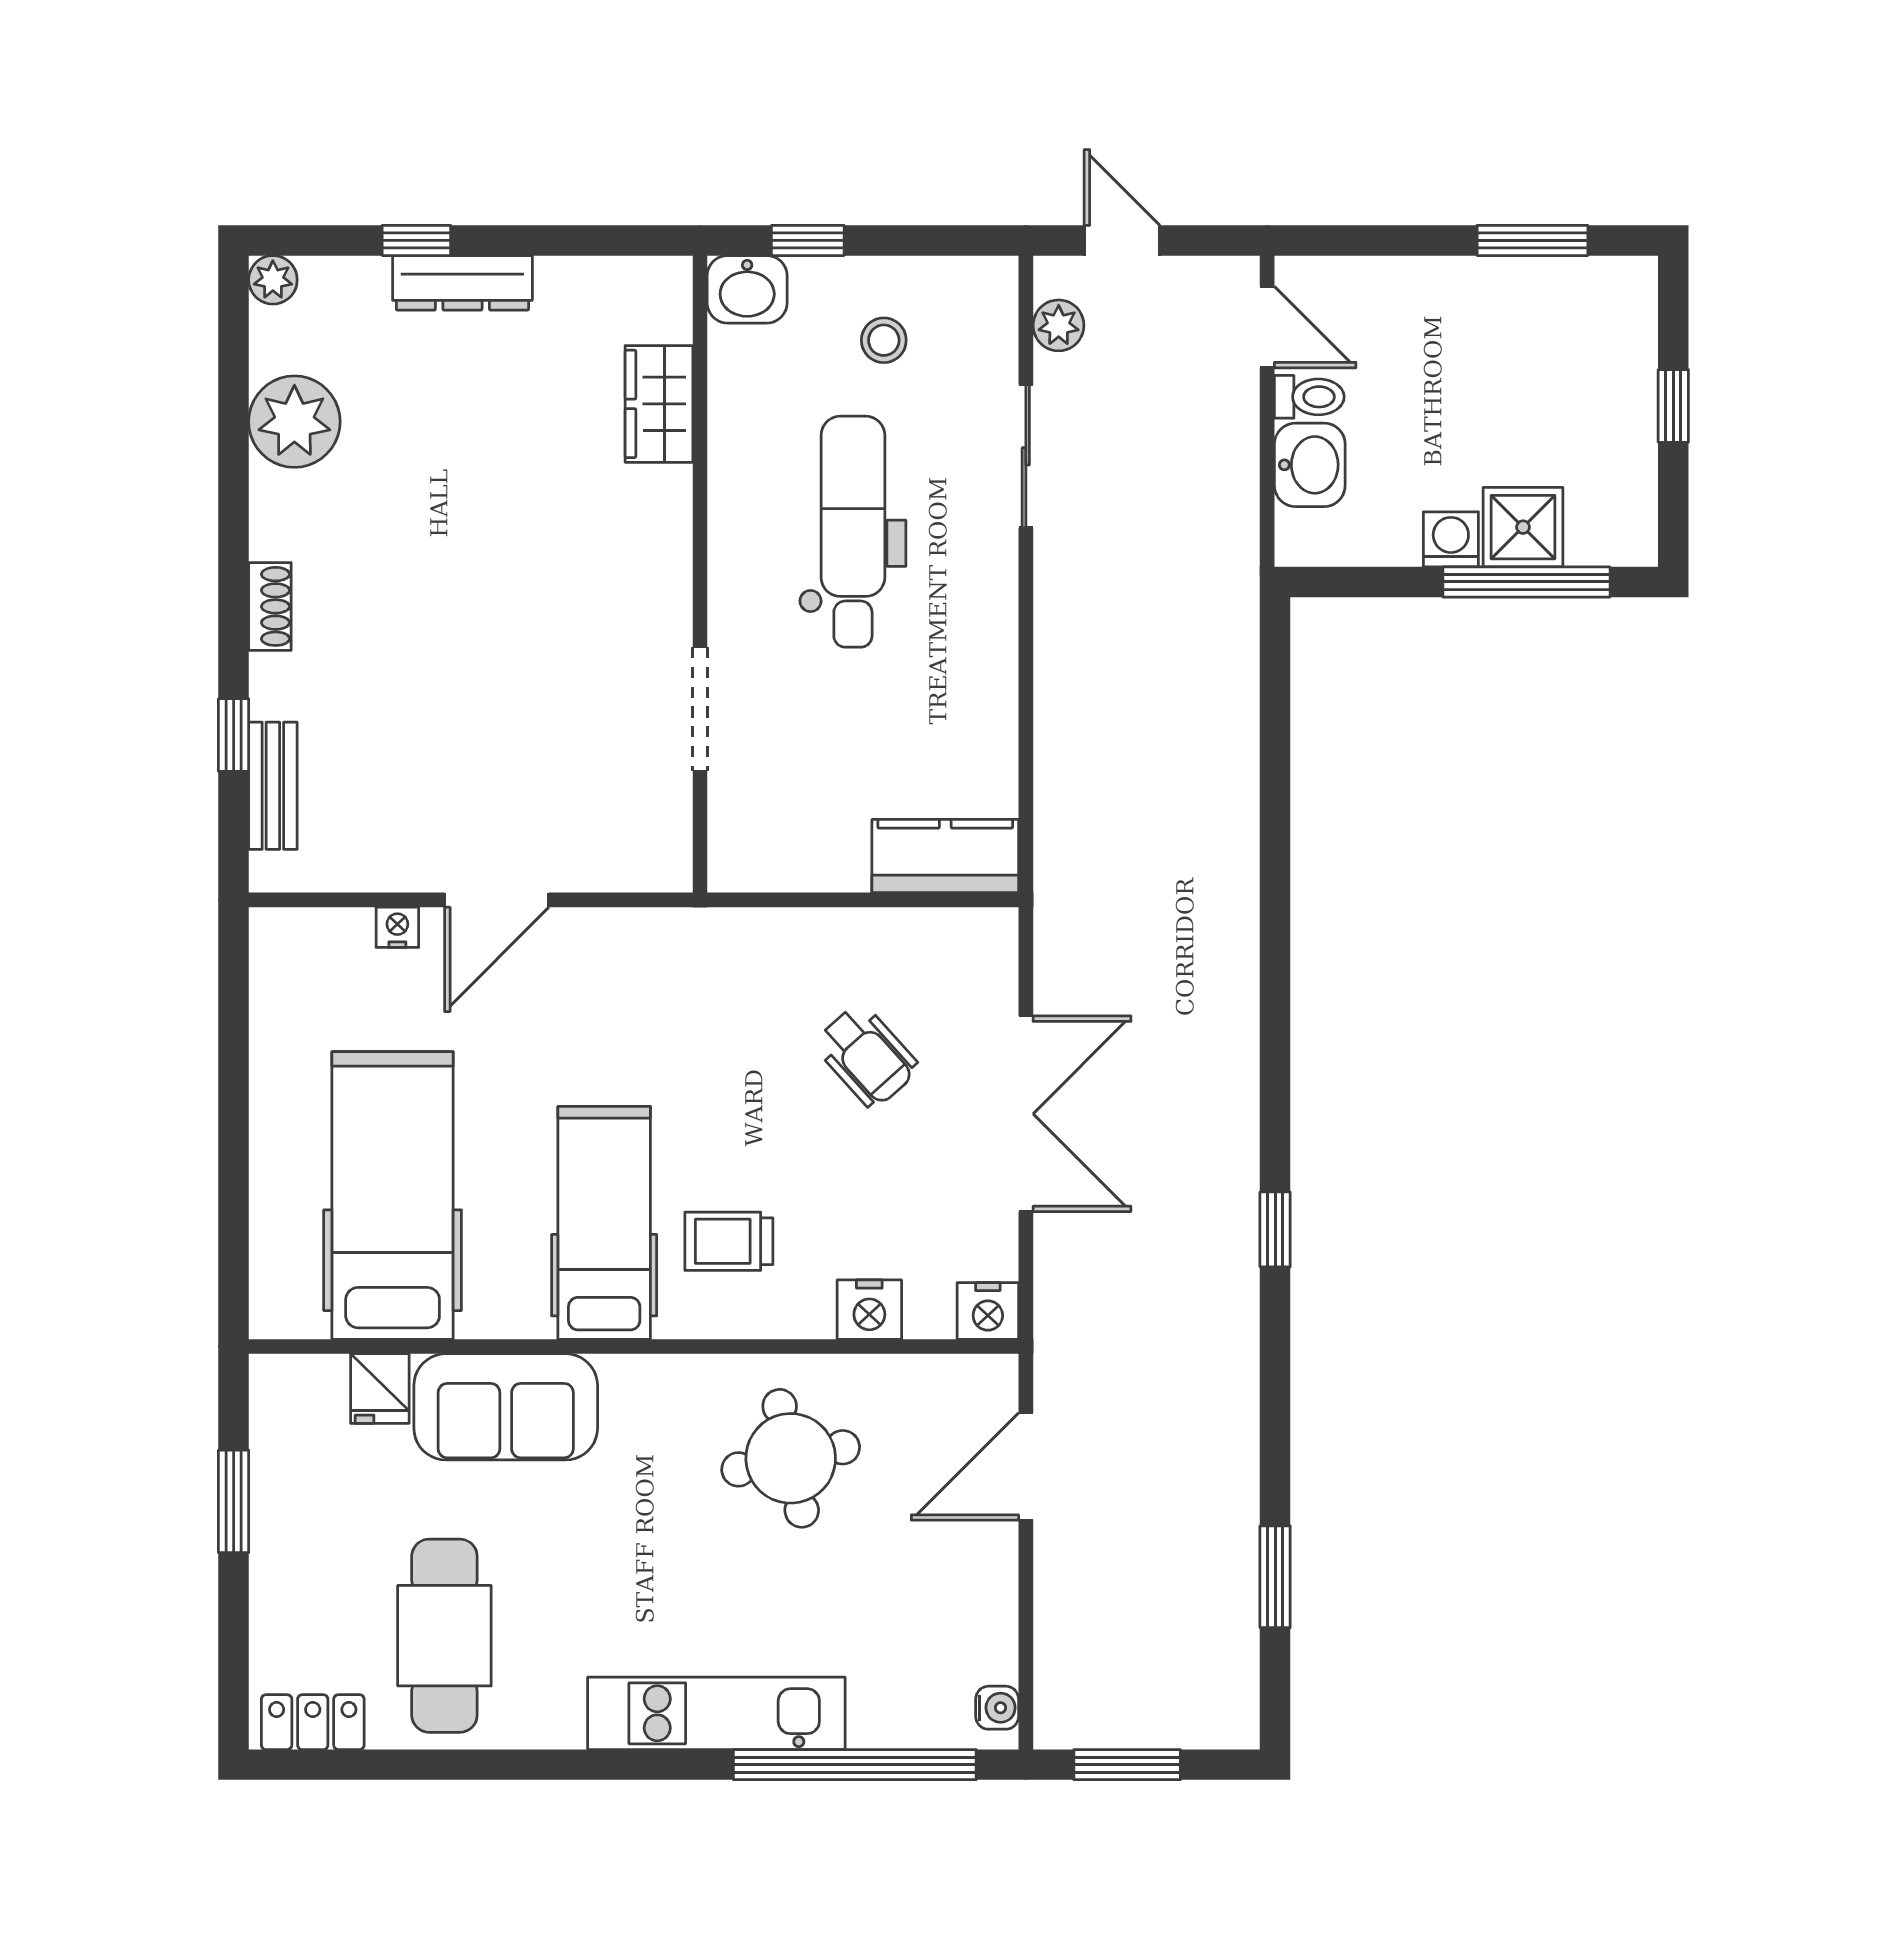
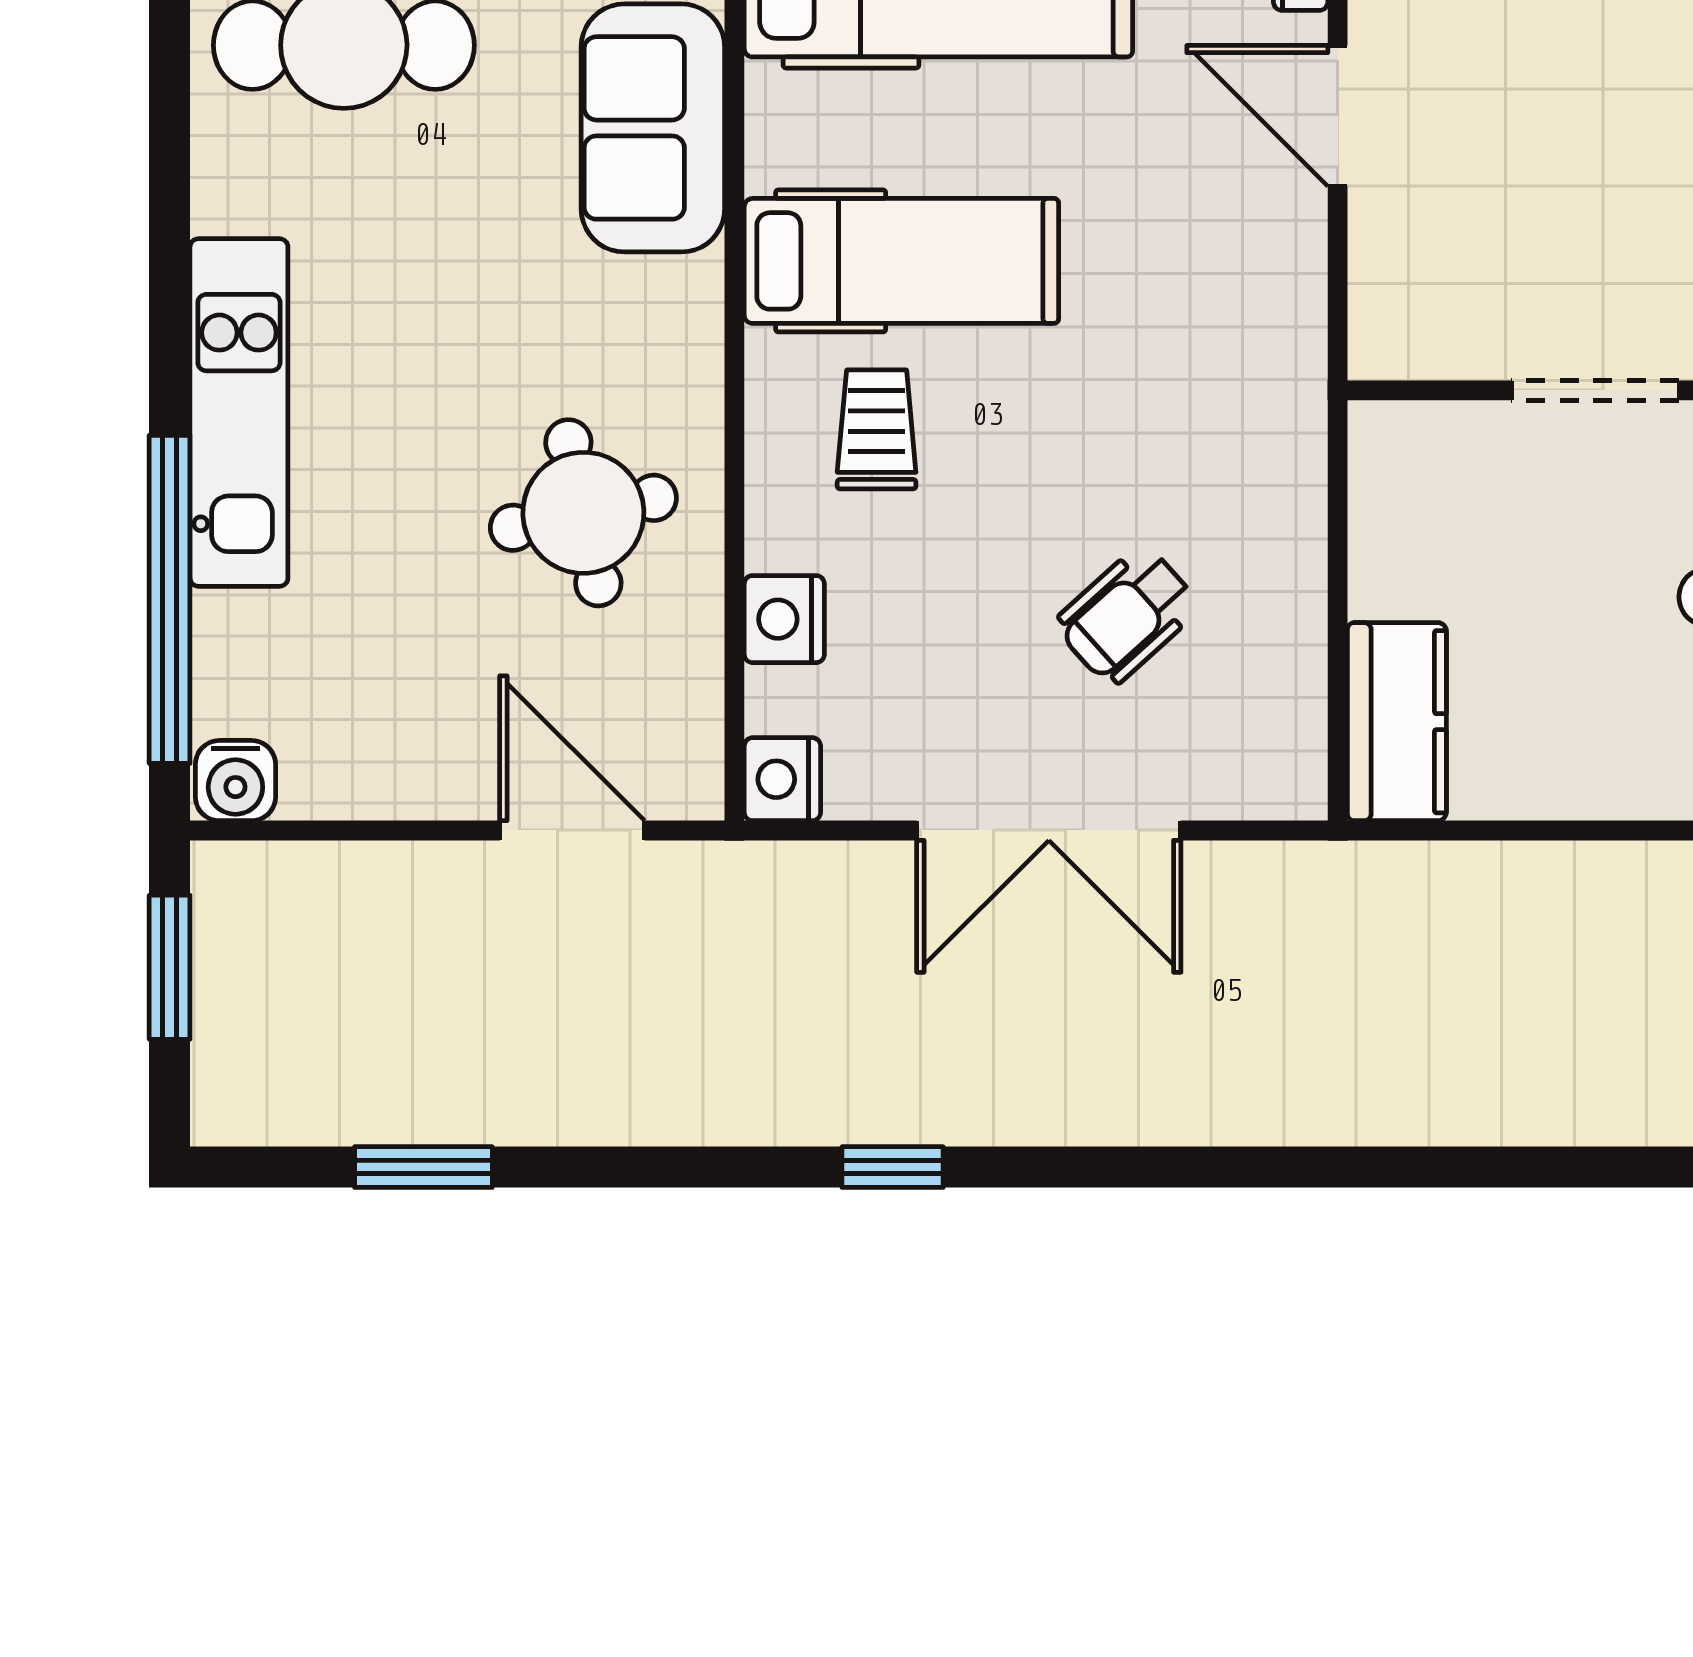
water cooler: (997, 1708) -> (235, 781), width x1.38, depth x1.38

